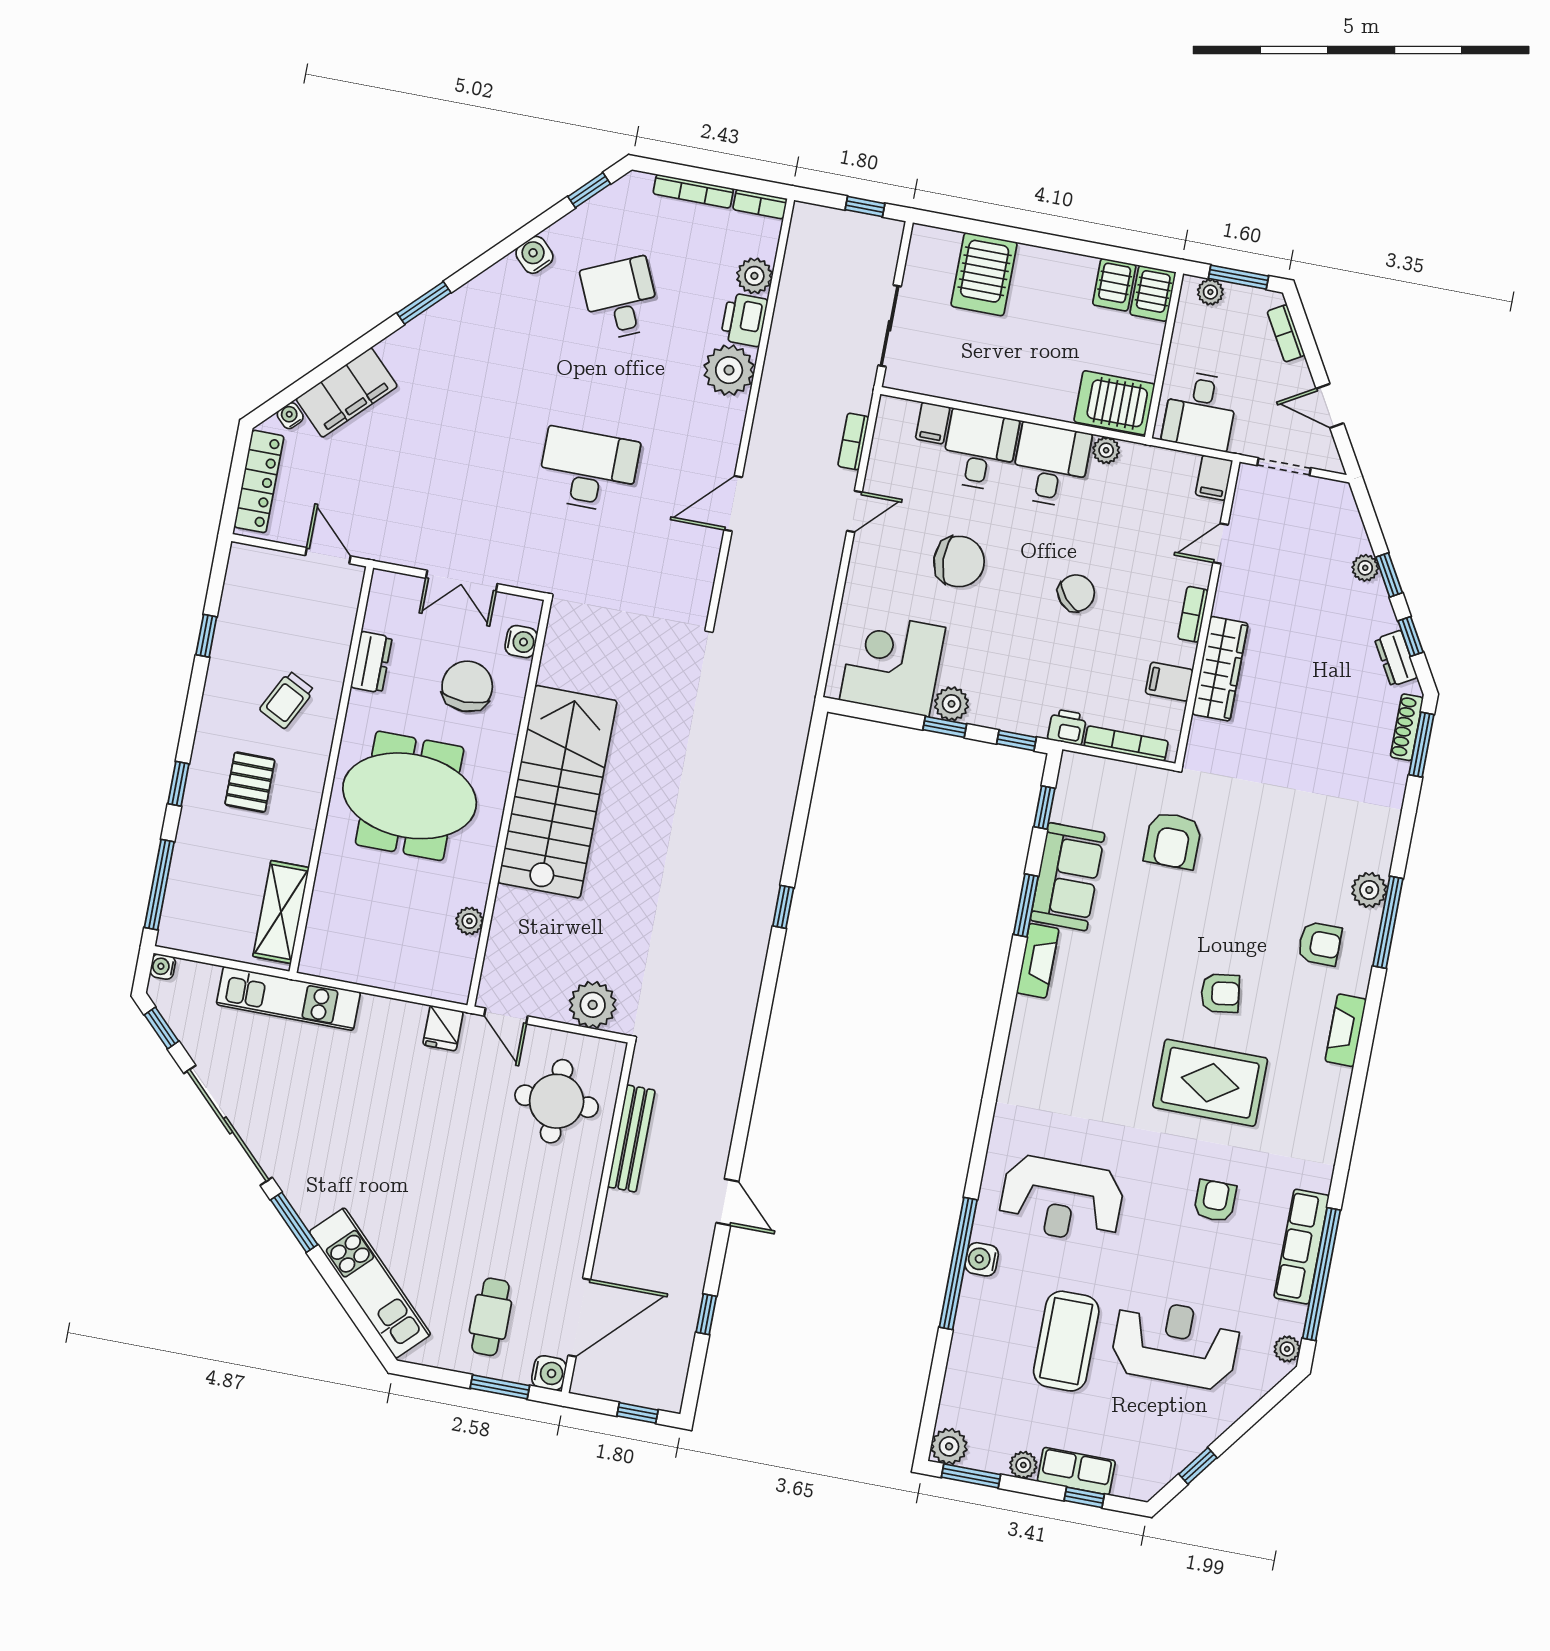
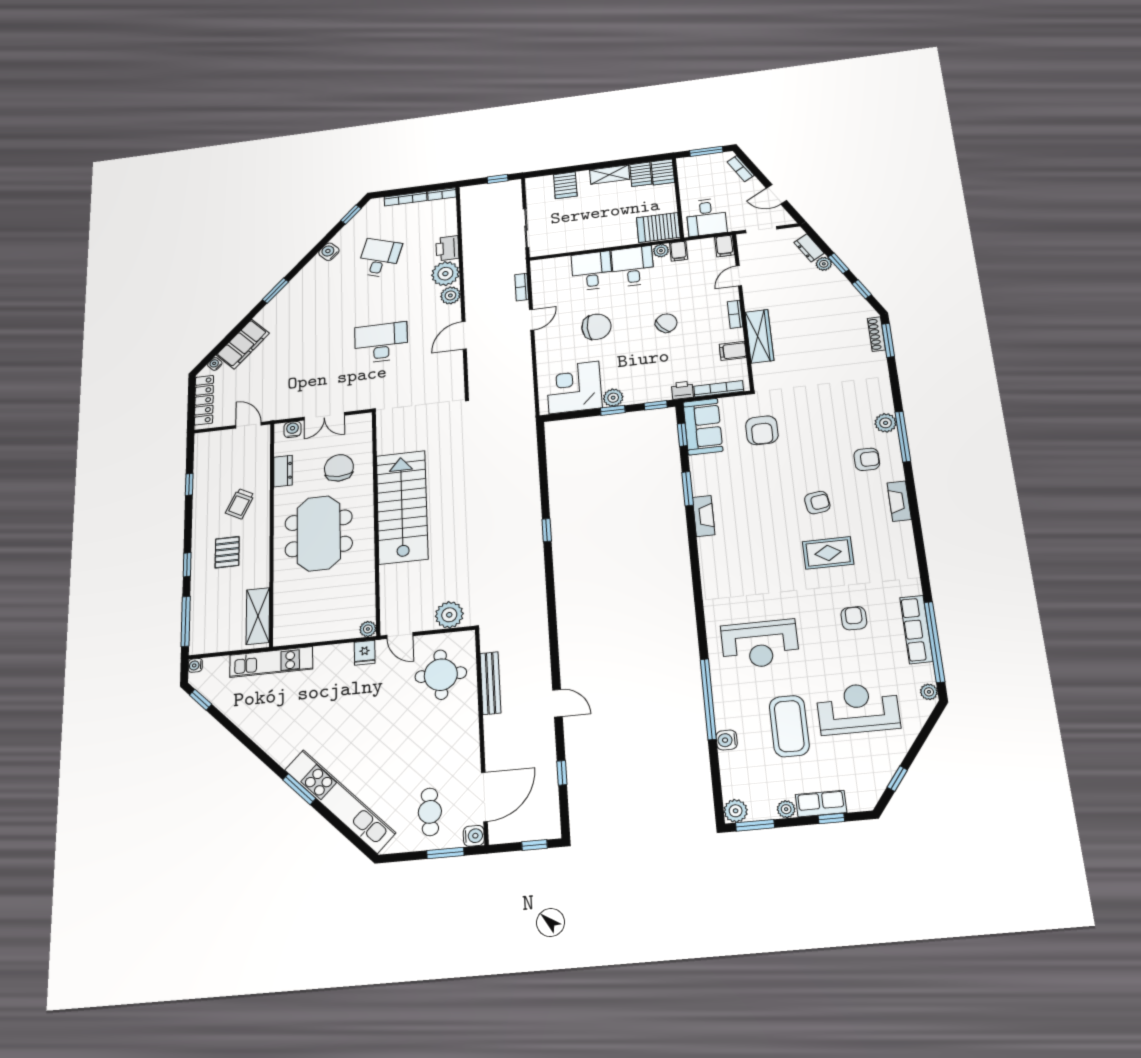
shelving: (1061, 267) -> (610, 175), added
server rack: (984, 274) -> (565, 185), width x0.73, depth x0.70
plant: (754, 276) -> (450, 295), moved
plant: (1210, 292) -> (693, 162), removed
desk: (621, 299) -> (379, 258), turned 42
filing cabinet: (933, 423) -> (679, 251), moved
water cooler: (521, 642) -> (293, 429), moved, turned -90
dresser: (1396, 658) -> (809, 248), moved
meeting table: (410, 796) -> (319, 533), turned 90
sofa: (1068, 877) -> (703, 427), moved
plant: (469, 921) -> (368, 629), moved
rug: (1210, 1083) -> (828, 553), width x0.73, depth x0.70
sliding door: (228, 1125) -> (249, 744), removed
water cooler: (982, 1259) -> (727, 740), moved
kitchen unit: (370, 1283) -> (340, 801), width x1.36

